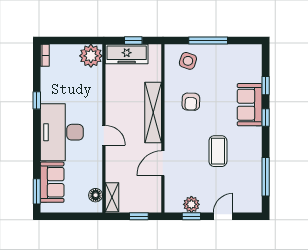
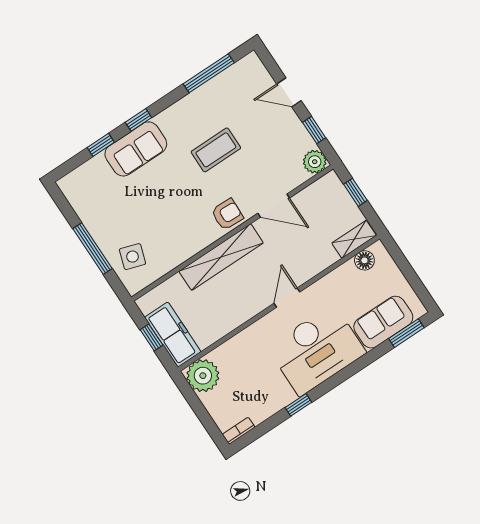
armchair: (191, 102) -> (227, 214), moved
plant: (191, 204) -> (315, 162), moved

